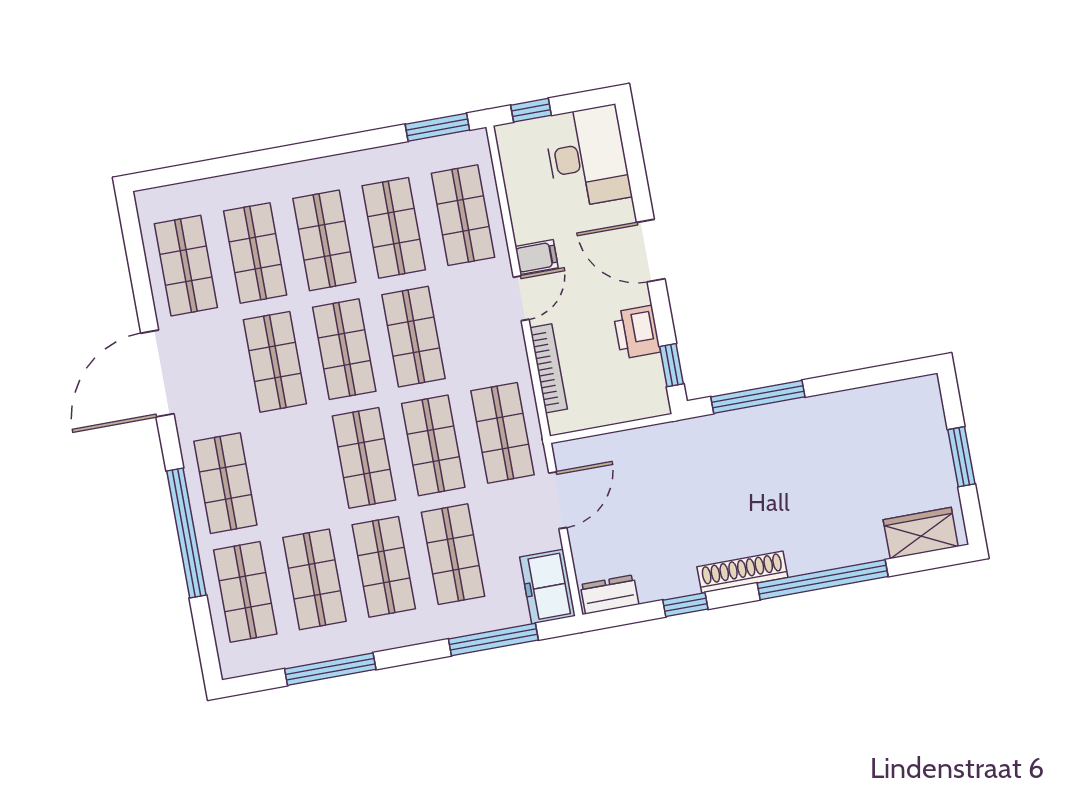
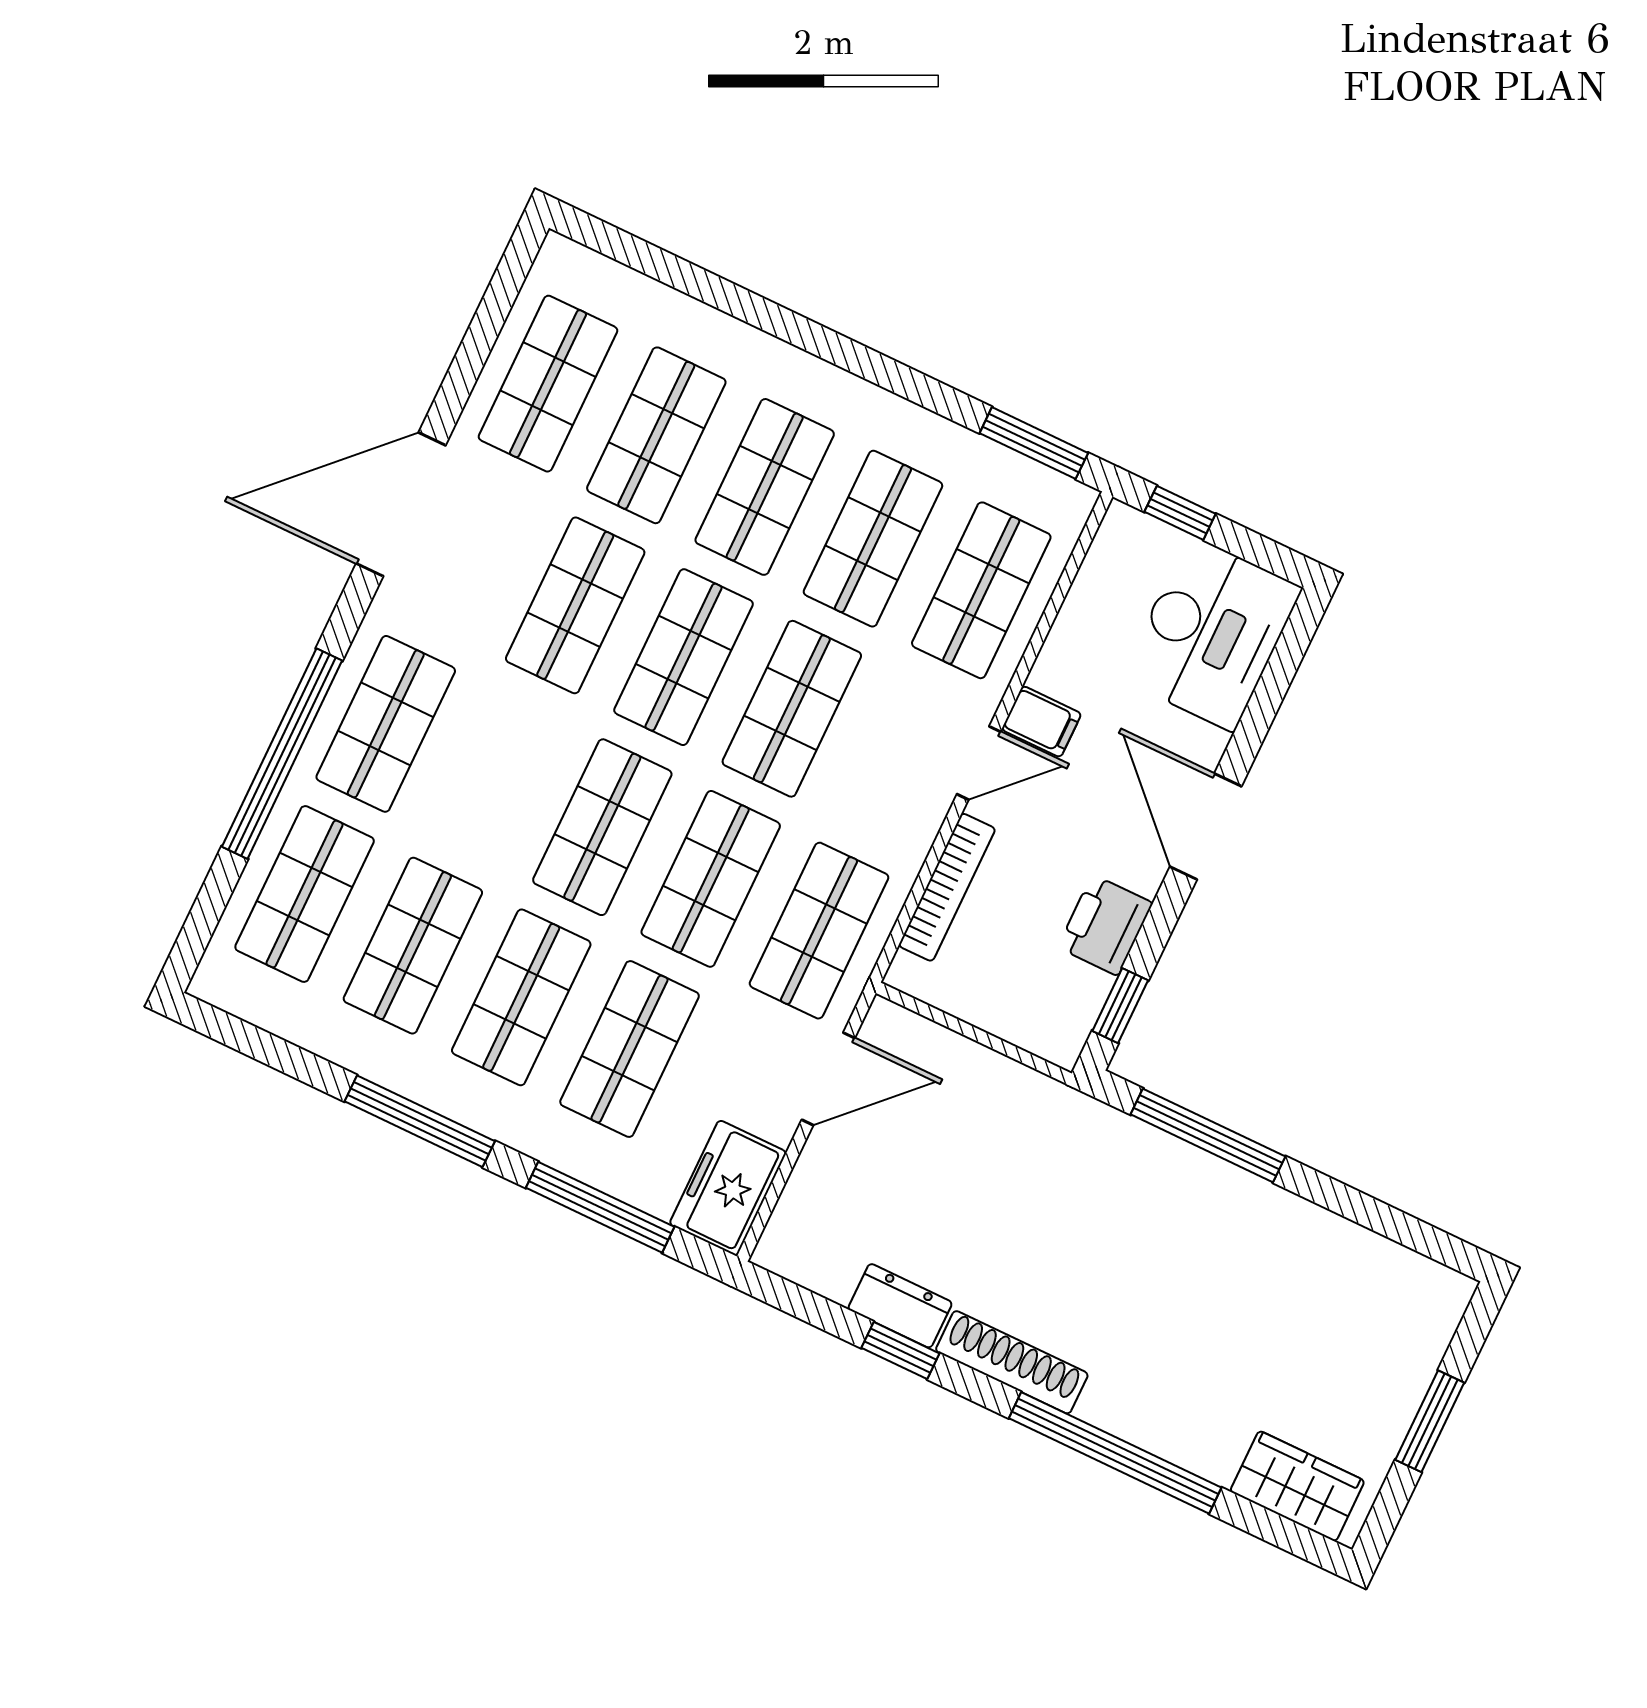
dresser: (609, 594) -> (900, 1306), moved
window: (330, 669) -> (420, 1121), moved

